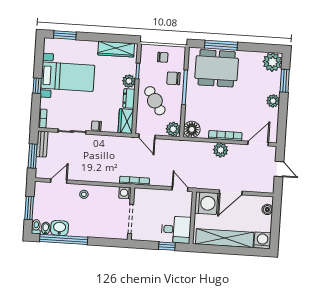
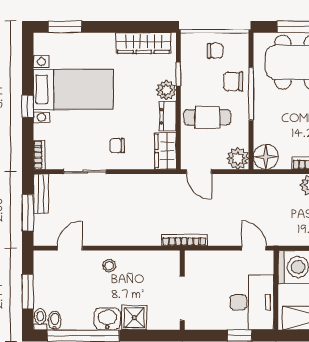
cafe table: (155, 101) -> (207, 117), turned -58
chair: (96, 126) -> (117, 146), moved
washing machine: (125, 193) -> (171, 259), removed
washbasin: (60, 228) -> (107, 319), moved
shower: (98, 230) -> (134, 318), added
desk: (176, 230) -> (252, 302), width x1.37

